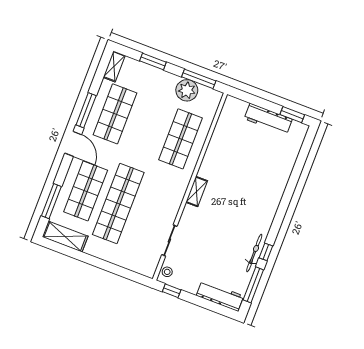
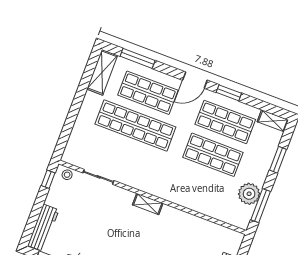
window: (86, 110) -> (229, 93), width x0.69
shop shelf: (180, 139) -> (213, 155), moved

